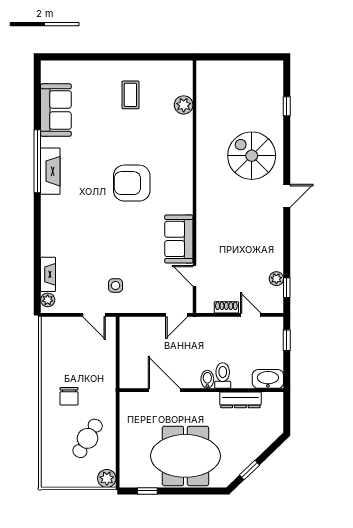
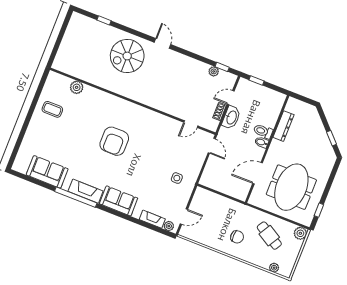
coffee table: (130, 95) -> (52, 109), moved
sofa: (179, 239) -> (119, 201), moved, turned 180
door: (94, 315) -> (184, 217), moved
washbasin: (268, 379) -> (231, 117), moved, turned 180
meeting table: (185, 456) -> (291, 187), moved
plant: (47, 462) -> (274, 268), added

